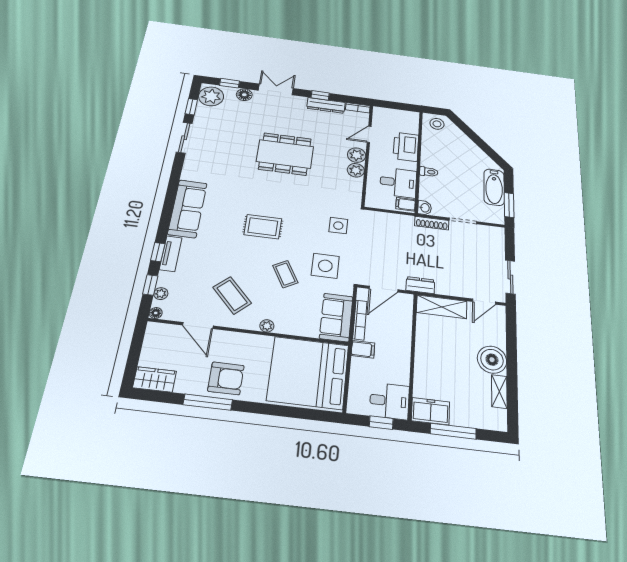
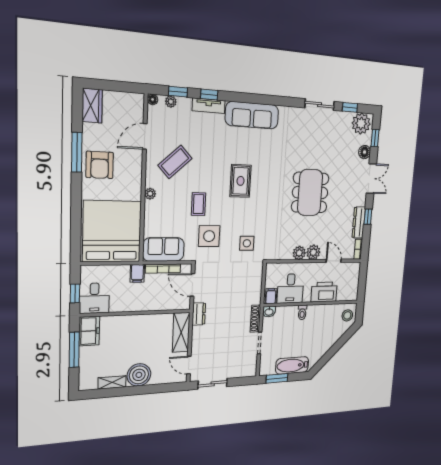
coffee table: (285, 274) -> (199, 204), turned -61

